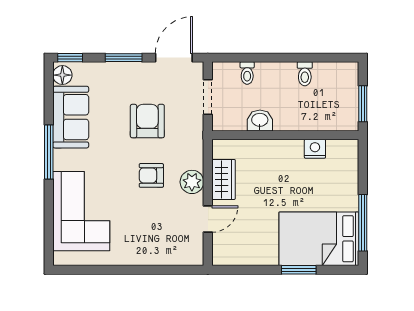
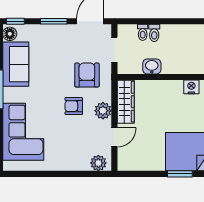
toilet: (305, 74) -> (154, 33), moved
armchair: (147, 121) -> (87, 75), moved
wardrobe: (224, 179) -> (126, 102), width x1.50
plant: (186, 255) -> (98, 163), added

